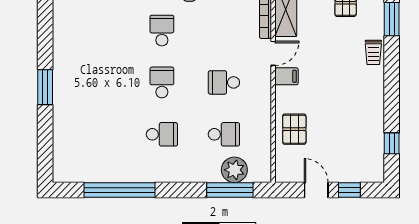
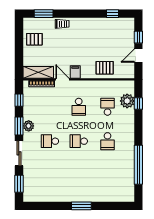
school desk: (162, 134) -> (108, 141), turned 180
window: (230, 190) -> (138, 103), width x0.46

